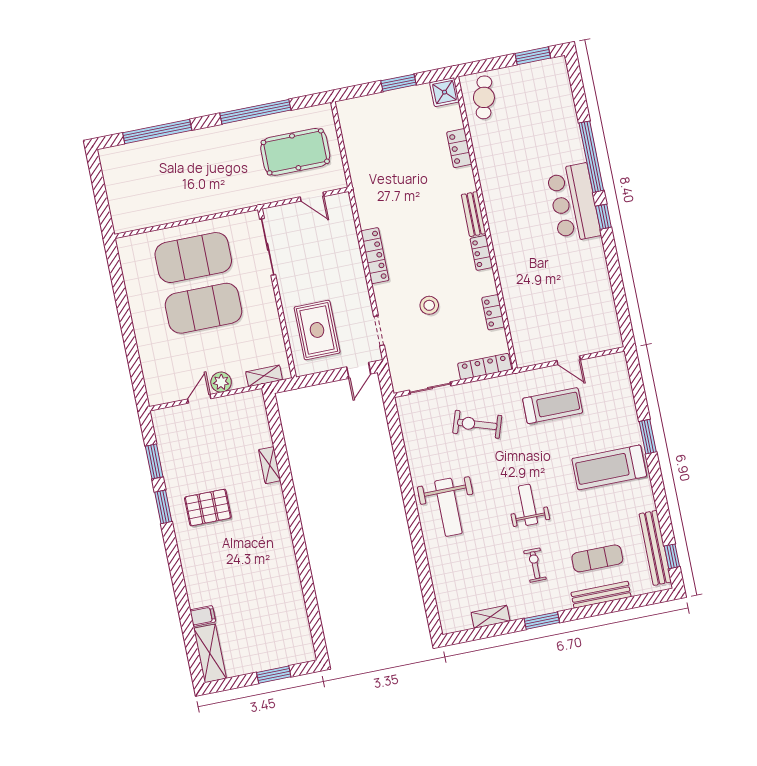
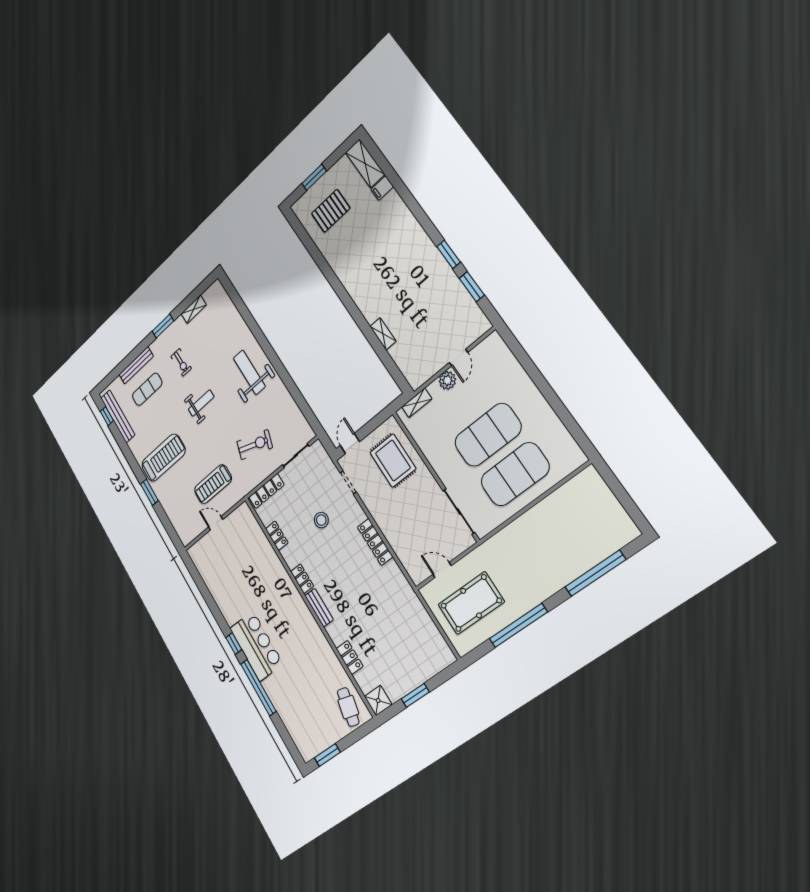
weight bench: (528, 505) -> (201, 403), turned -90
pallet: (208, 508) -> (331, 211), moved

